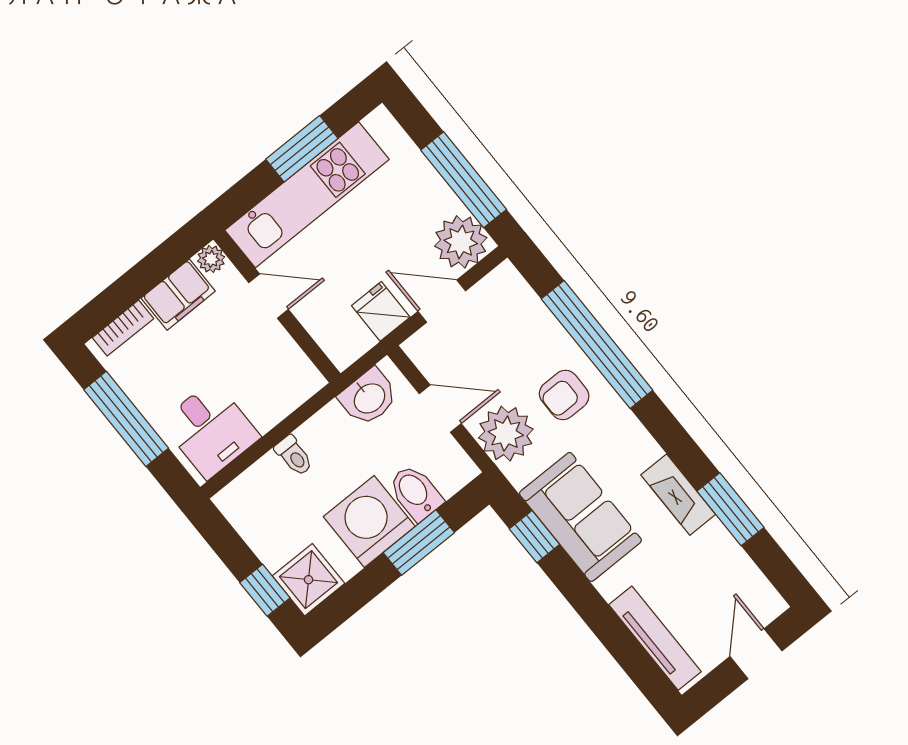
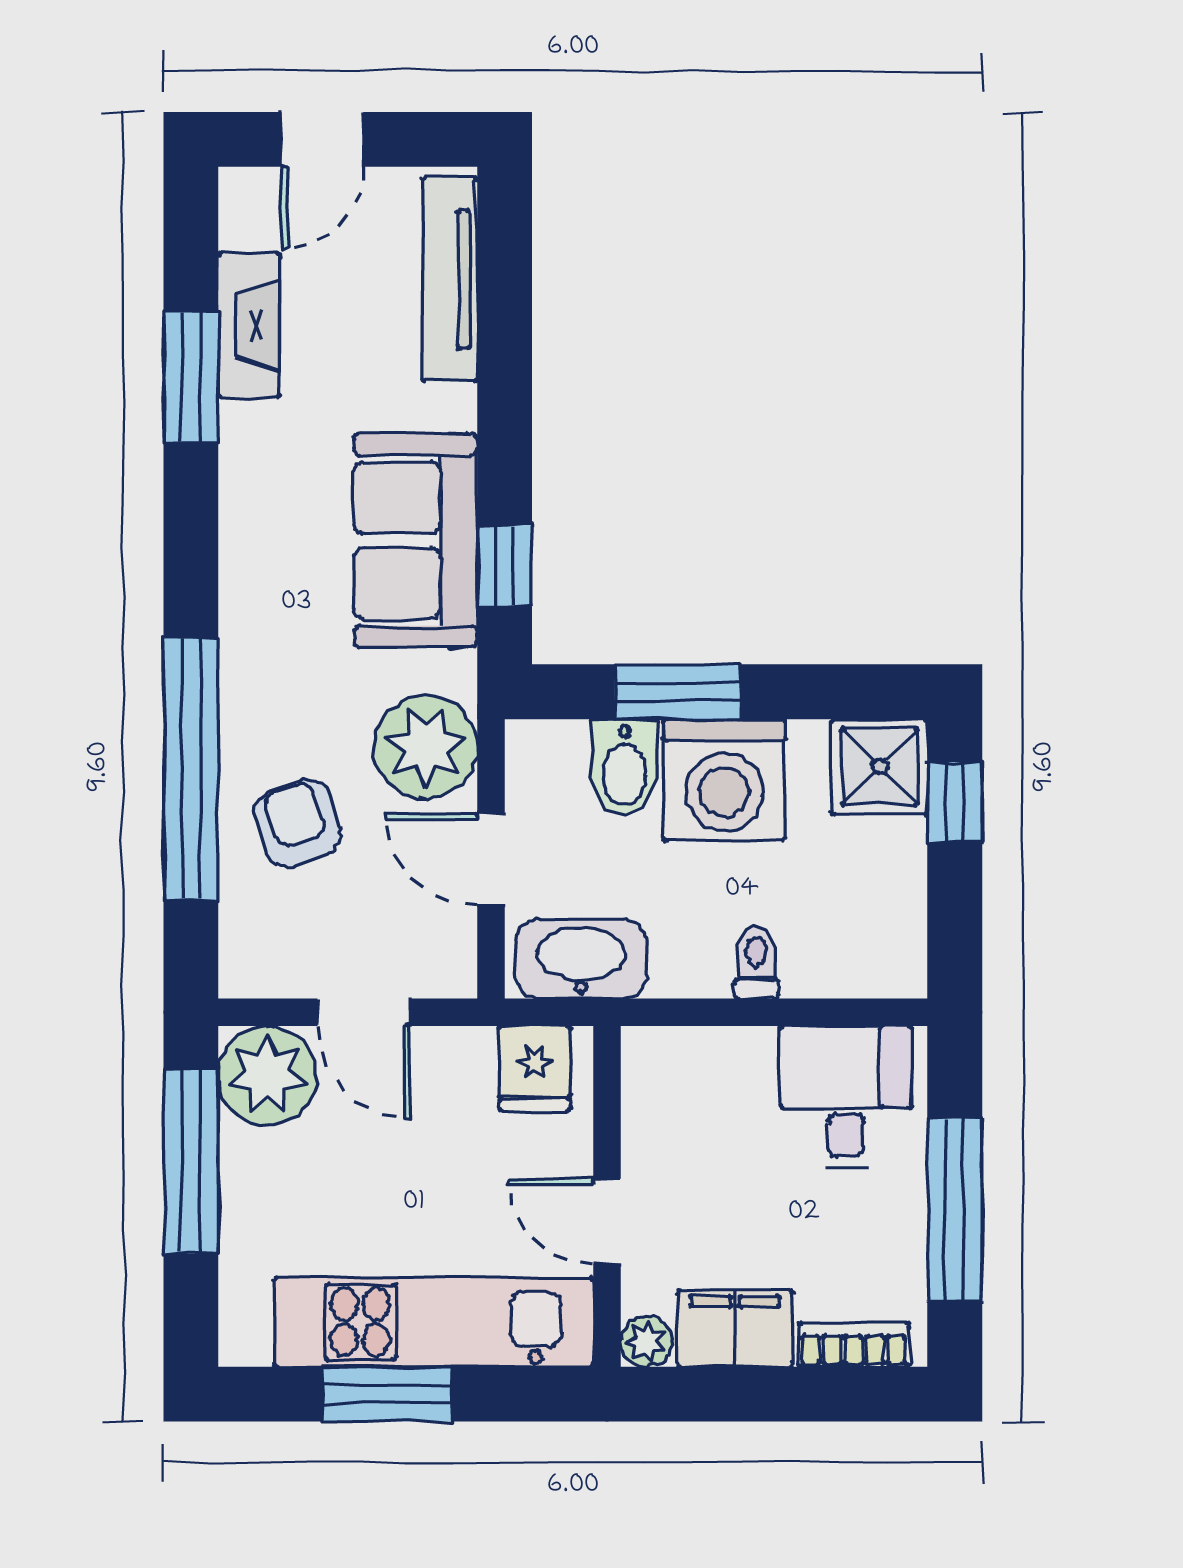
fridge: (381, 311) -> (535, 1068), moved
armchair: (564, 395) -> (298, 823), moved, turned -109
washbasin: (369, 397) -> (581, 959), width x1.38
fireplace: (678, 495) -> (249, 325), moved

